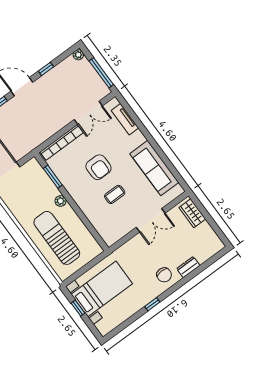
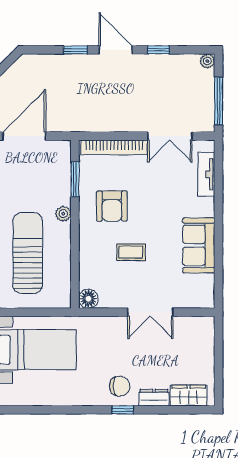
armchair: (98, 167) -> (112, 206), moved
sofa: (154, 168) -> (199, 245), width x0.73
wardrobe: (192, 213) -> (189, 395), moved, turned 90
floor lamp: (110, 238) -> (88, 299), added
chair: (164, 275) -> (120, 386), turned -90
window: (152, 304) -> (123, 410), moved

